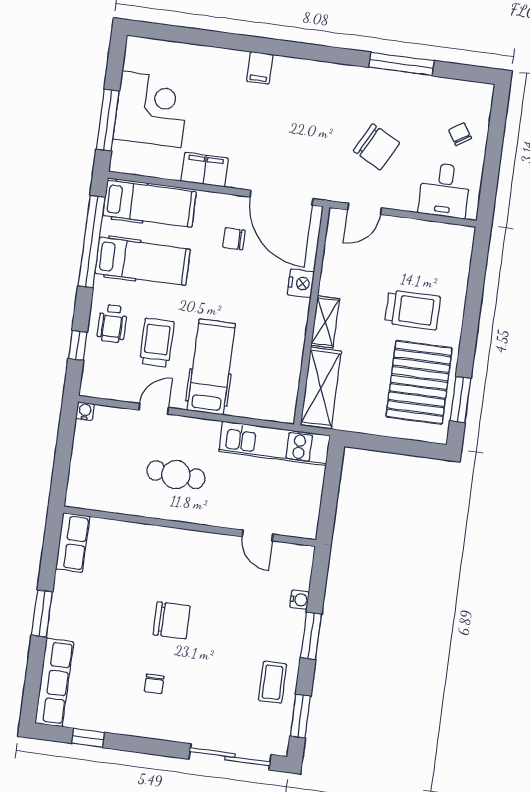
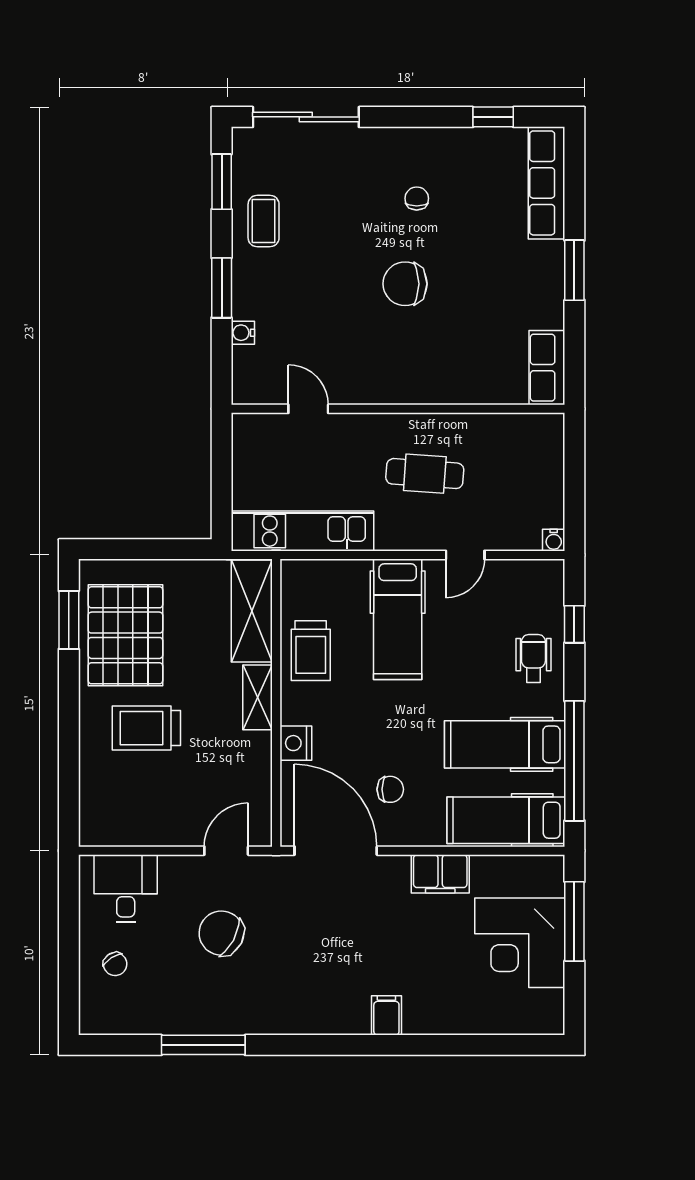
trolley: (157, 343) -> (311, 651), moved

